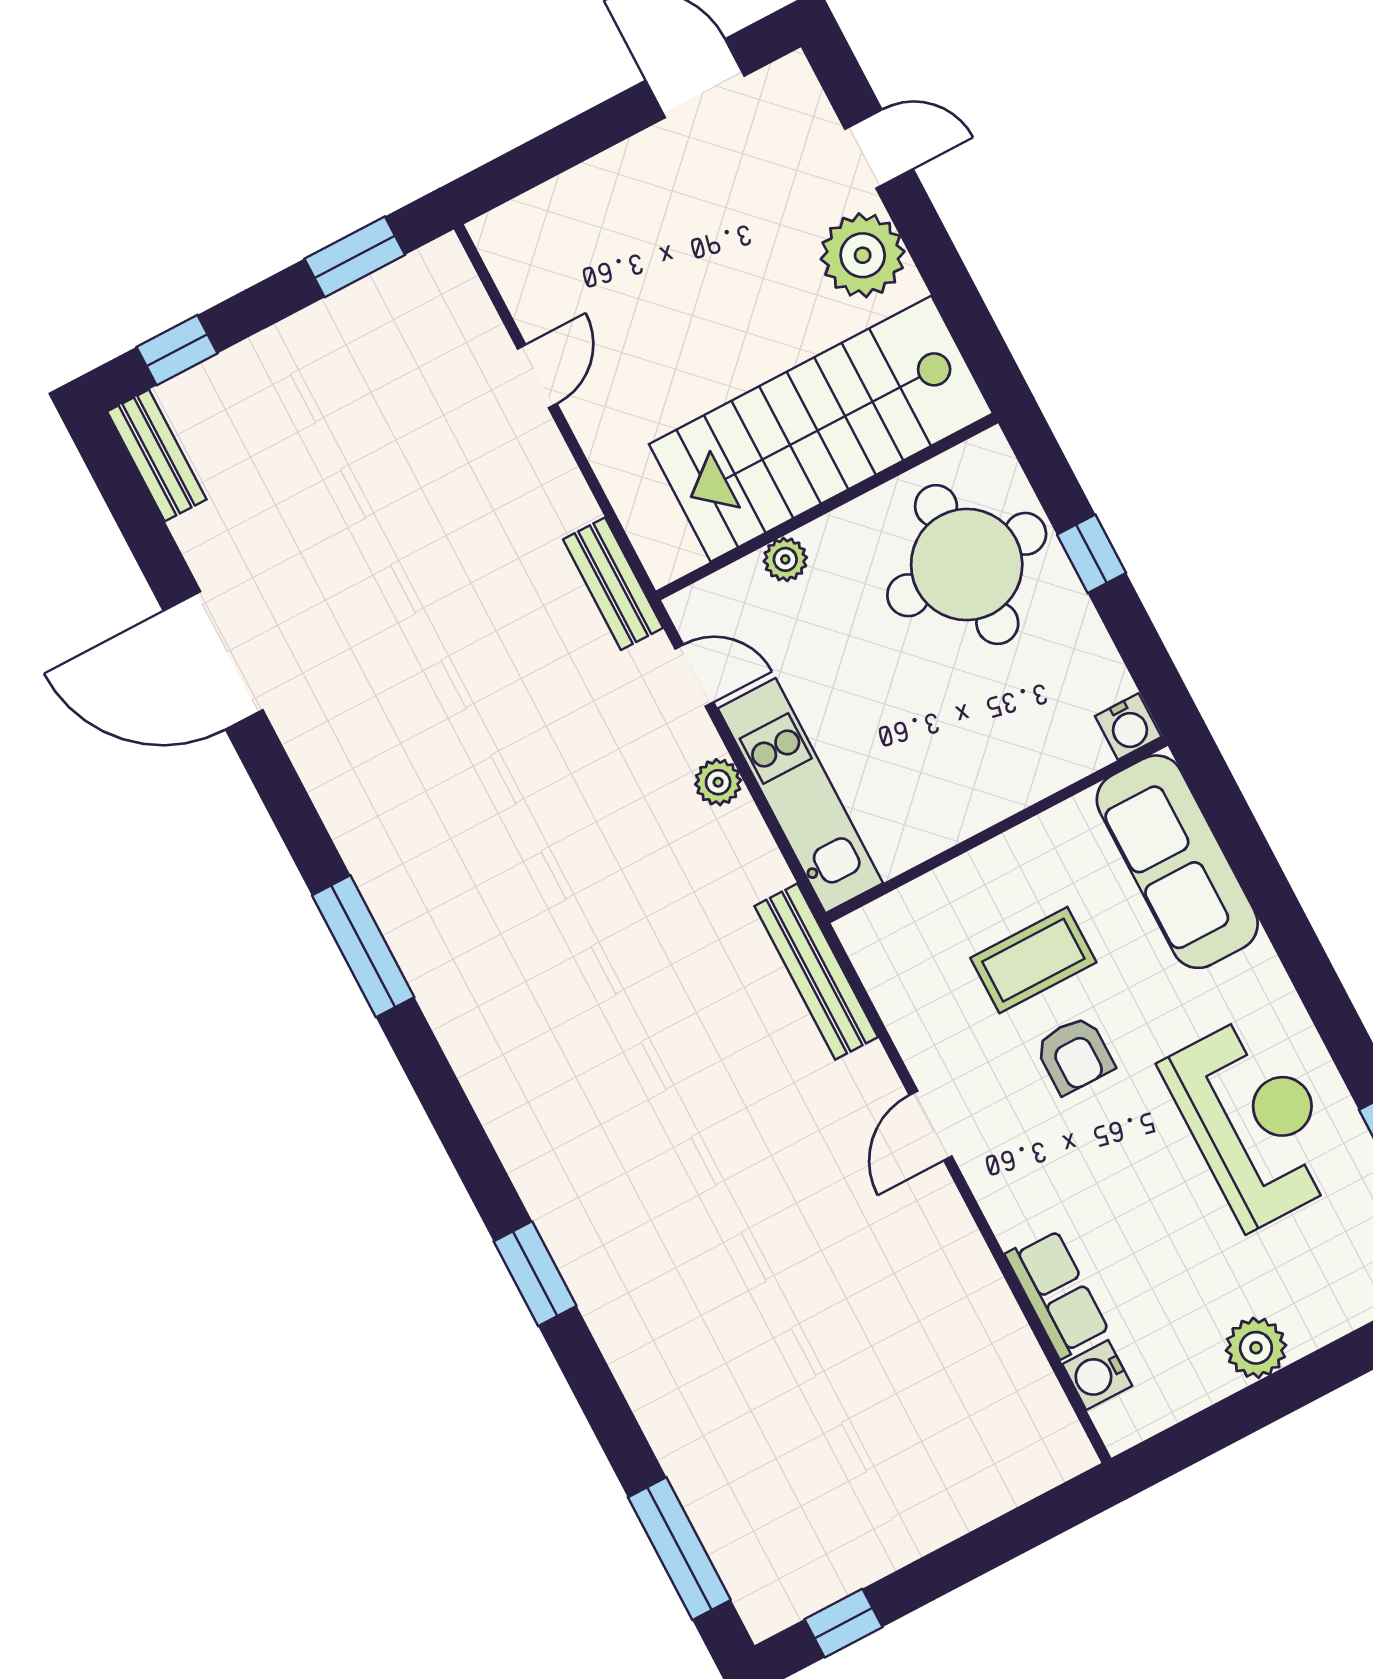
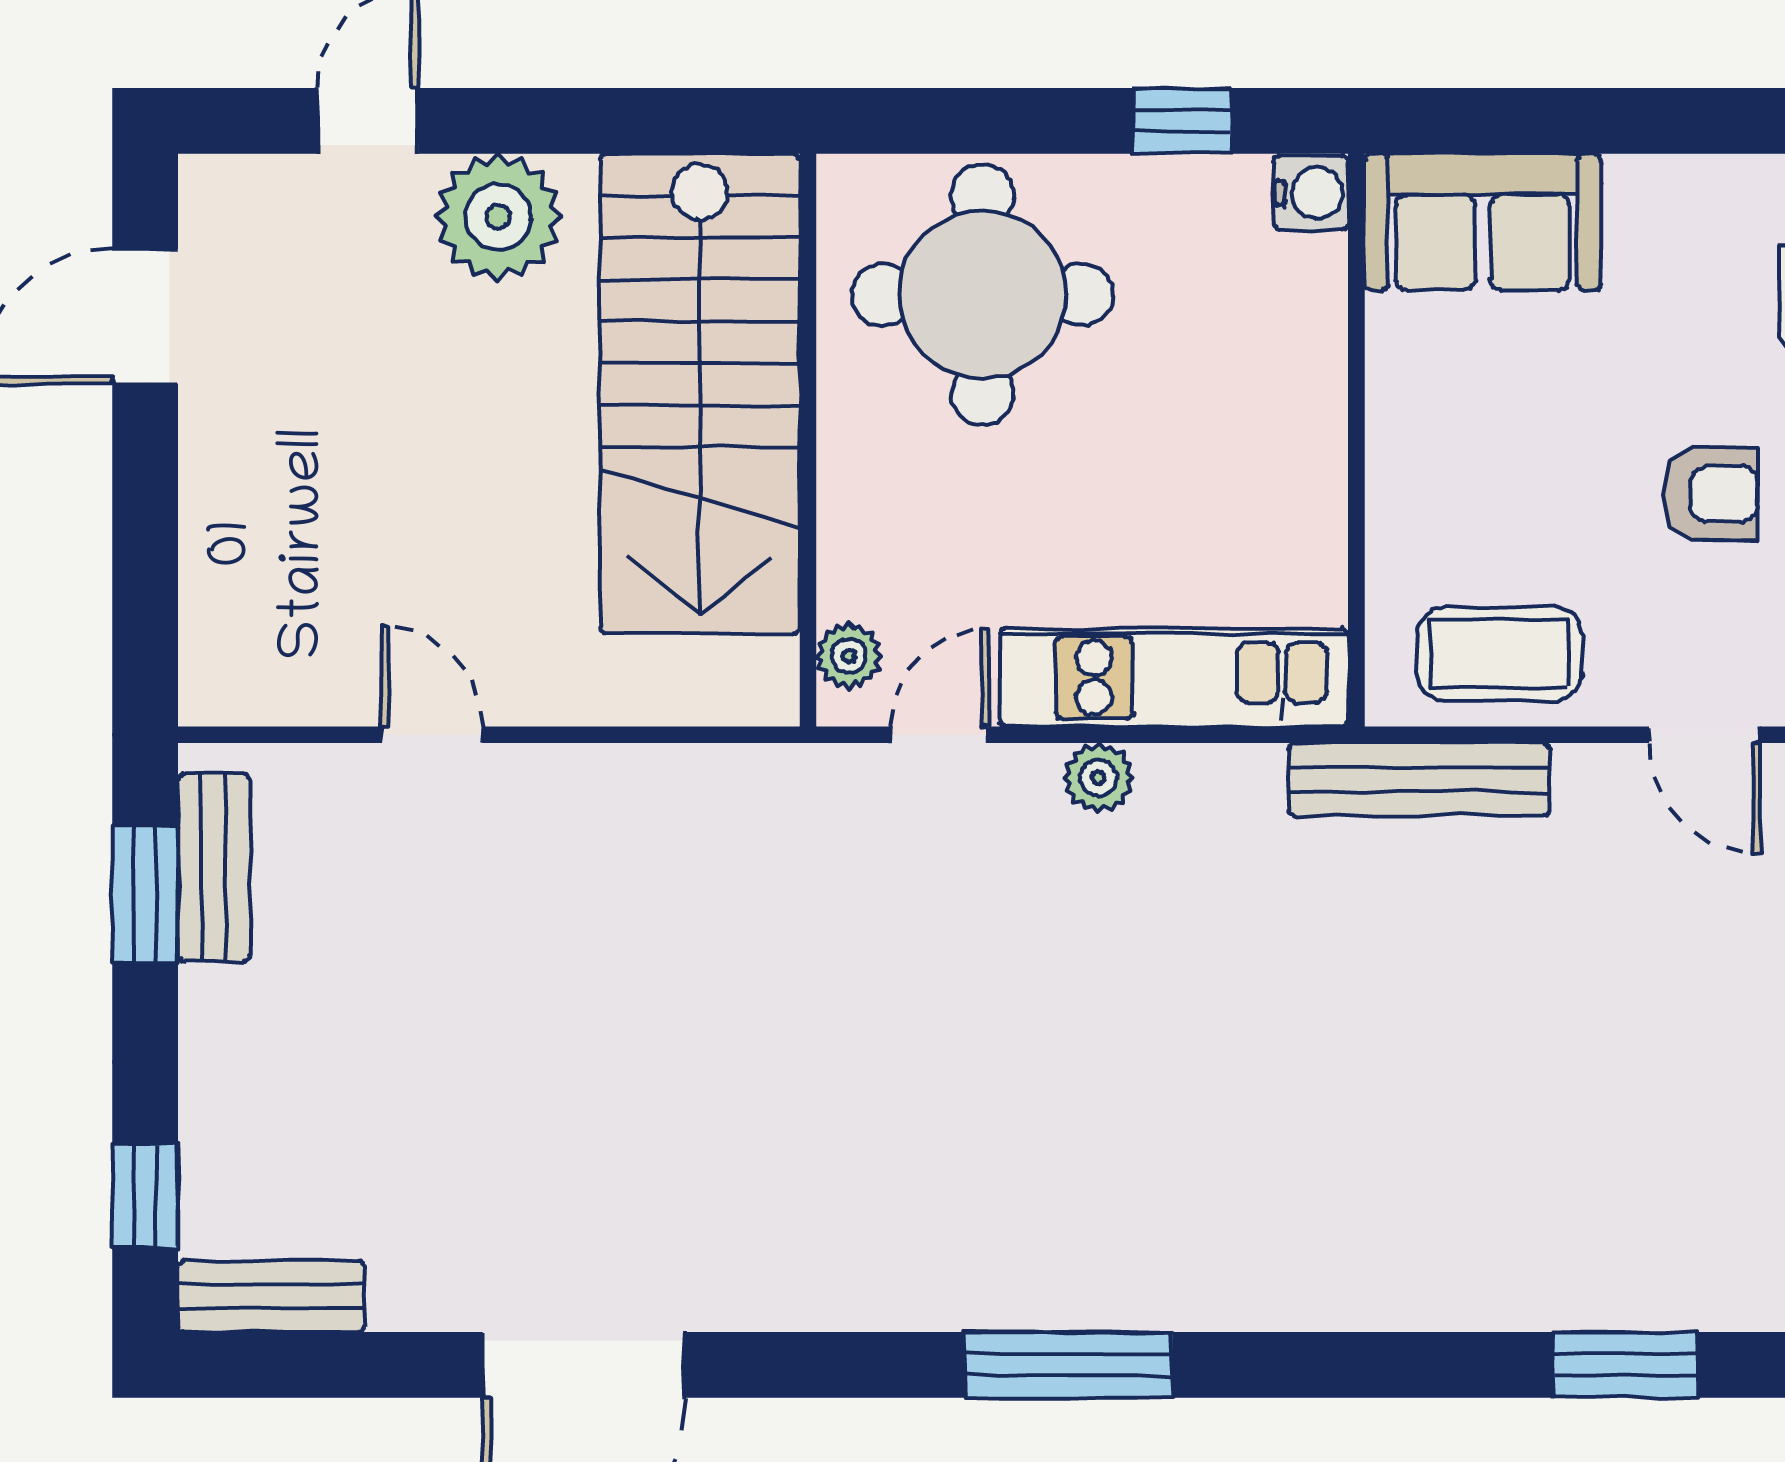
window: (1092, 554) -> (1182, 121), moved
plant: (785, 559) -> (849, 656), moved
bench: (613, 584) -> (214, 868), moved, turned 90
sofa: (1177, 862) -> (1483, 222), width x0.73
coffee table: (1033, 960) -> (1499, 654), moved, turned 90

